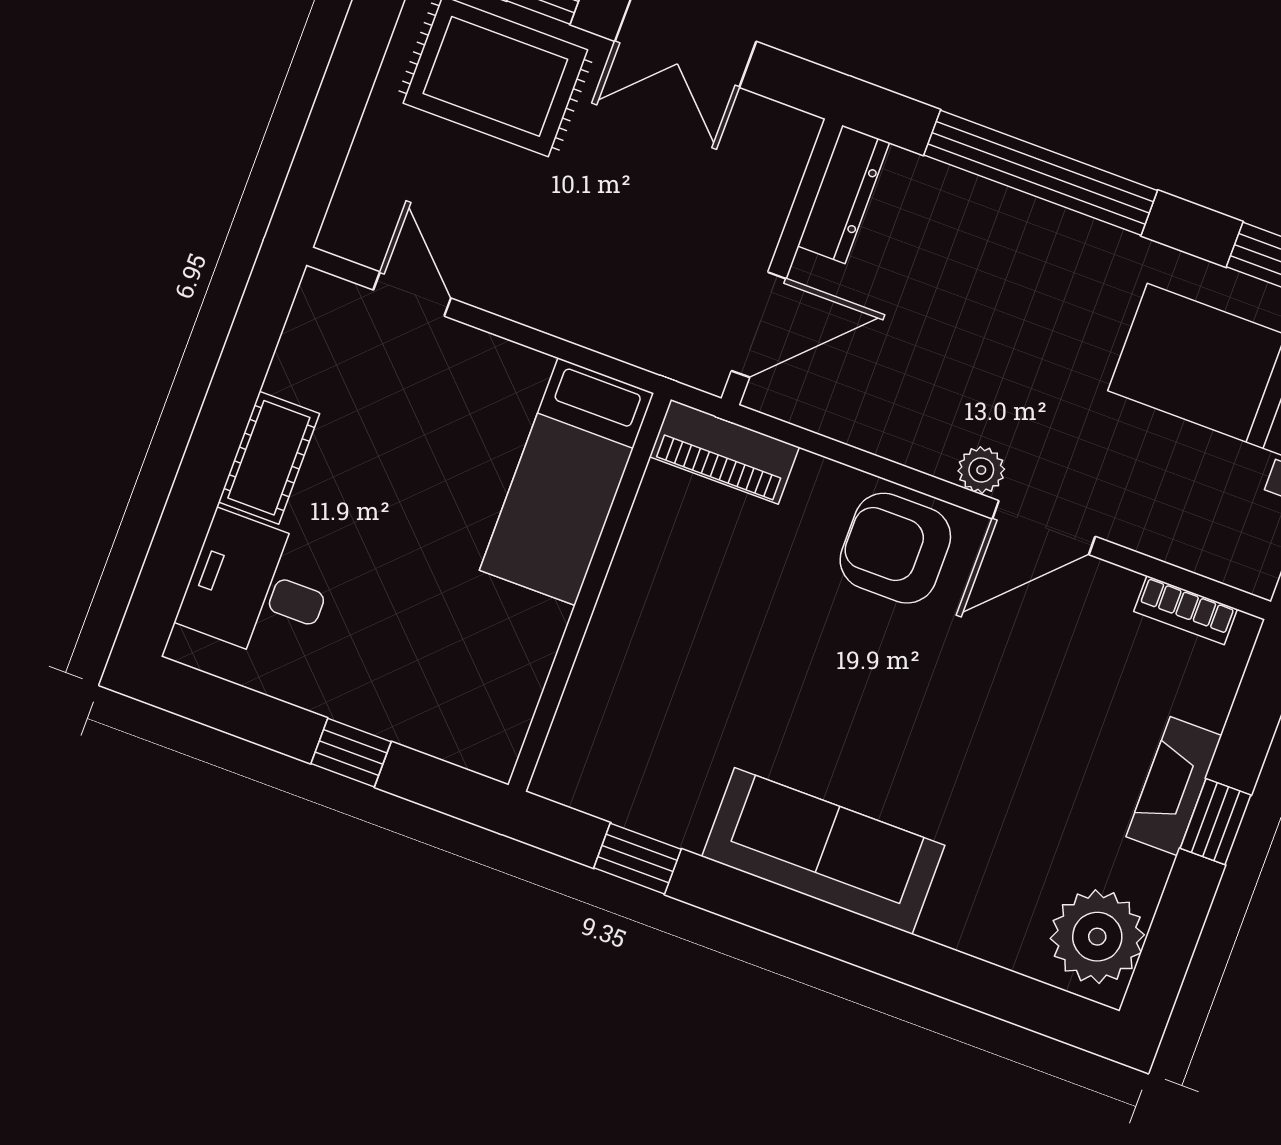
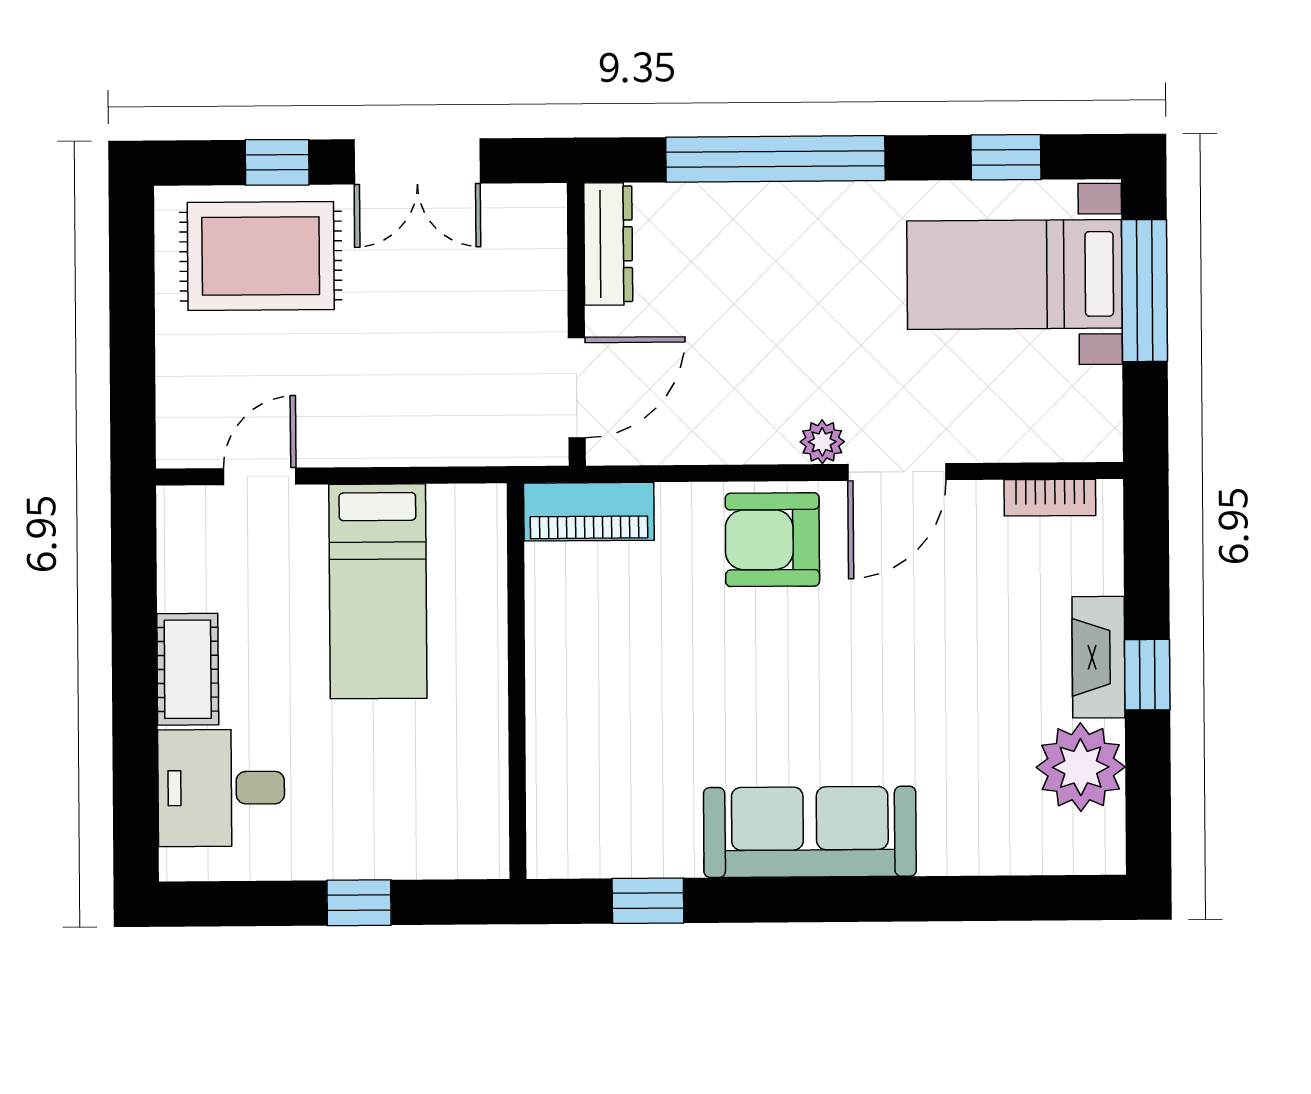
door: (412, 294) -> (260, 476), hinge flipped
bed: (567, 482) -> (378, 591), moved
plant: (1097, 937) -> (1081, 767), moved

